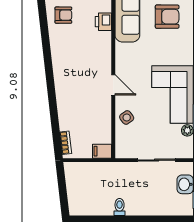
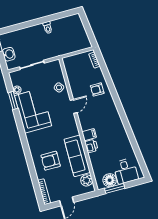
armchair: (63, 15) -> (97, 90), moved
door: (113, 85) -> (74, 106), swing flipped
filing cabinet: (102, 151) -> (89, 135), moved

